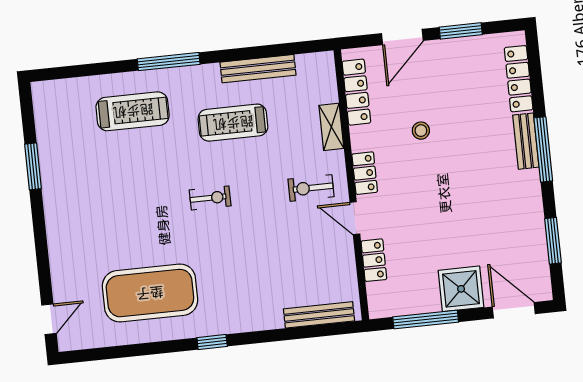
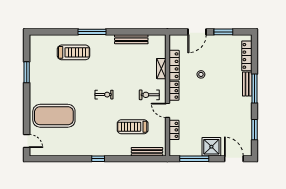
locker: (356, 92) -> (174, 65), moved
treadmill: (233, 123) -> (133, 127), moved
exercise mat: (150, 293) -> (54, 116), moved
door: (49, 319) -> (27, 141), hinge flipped

